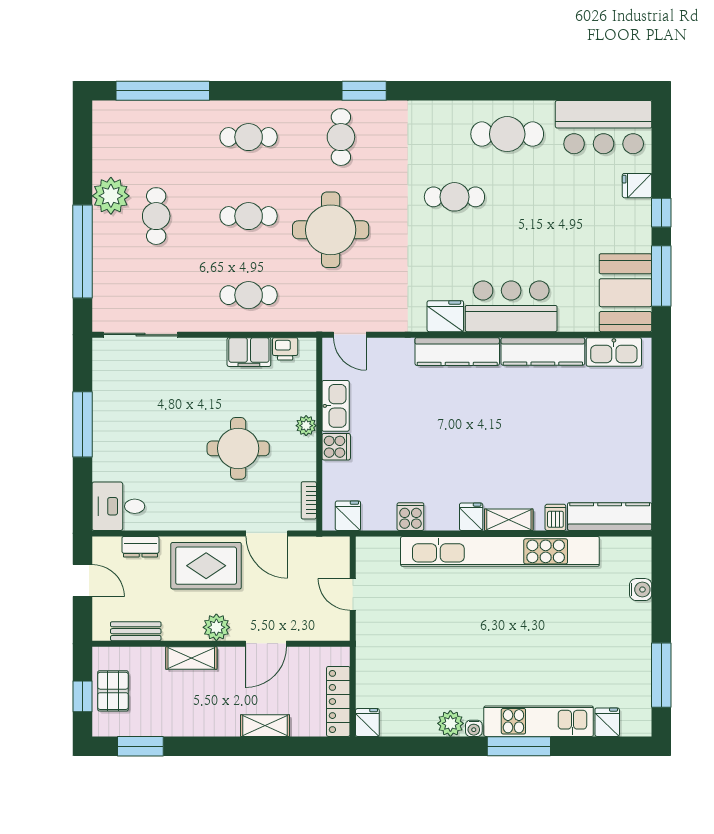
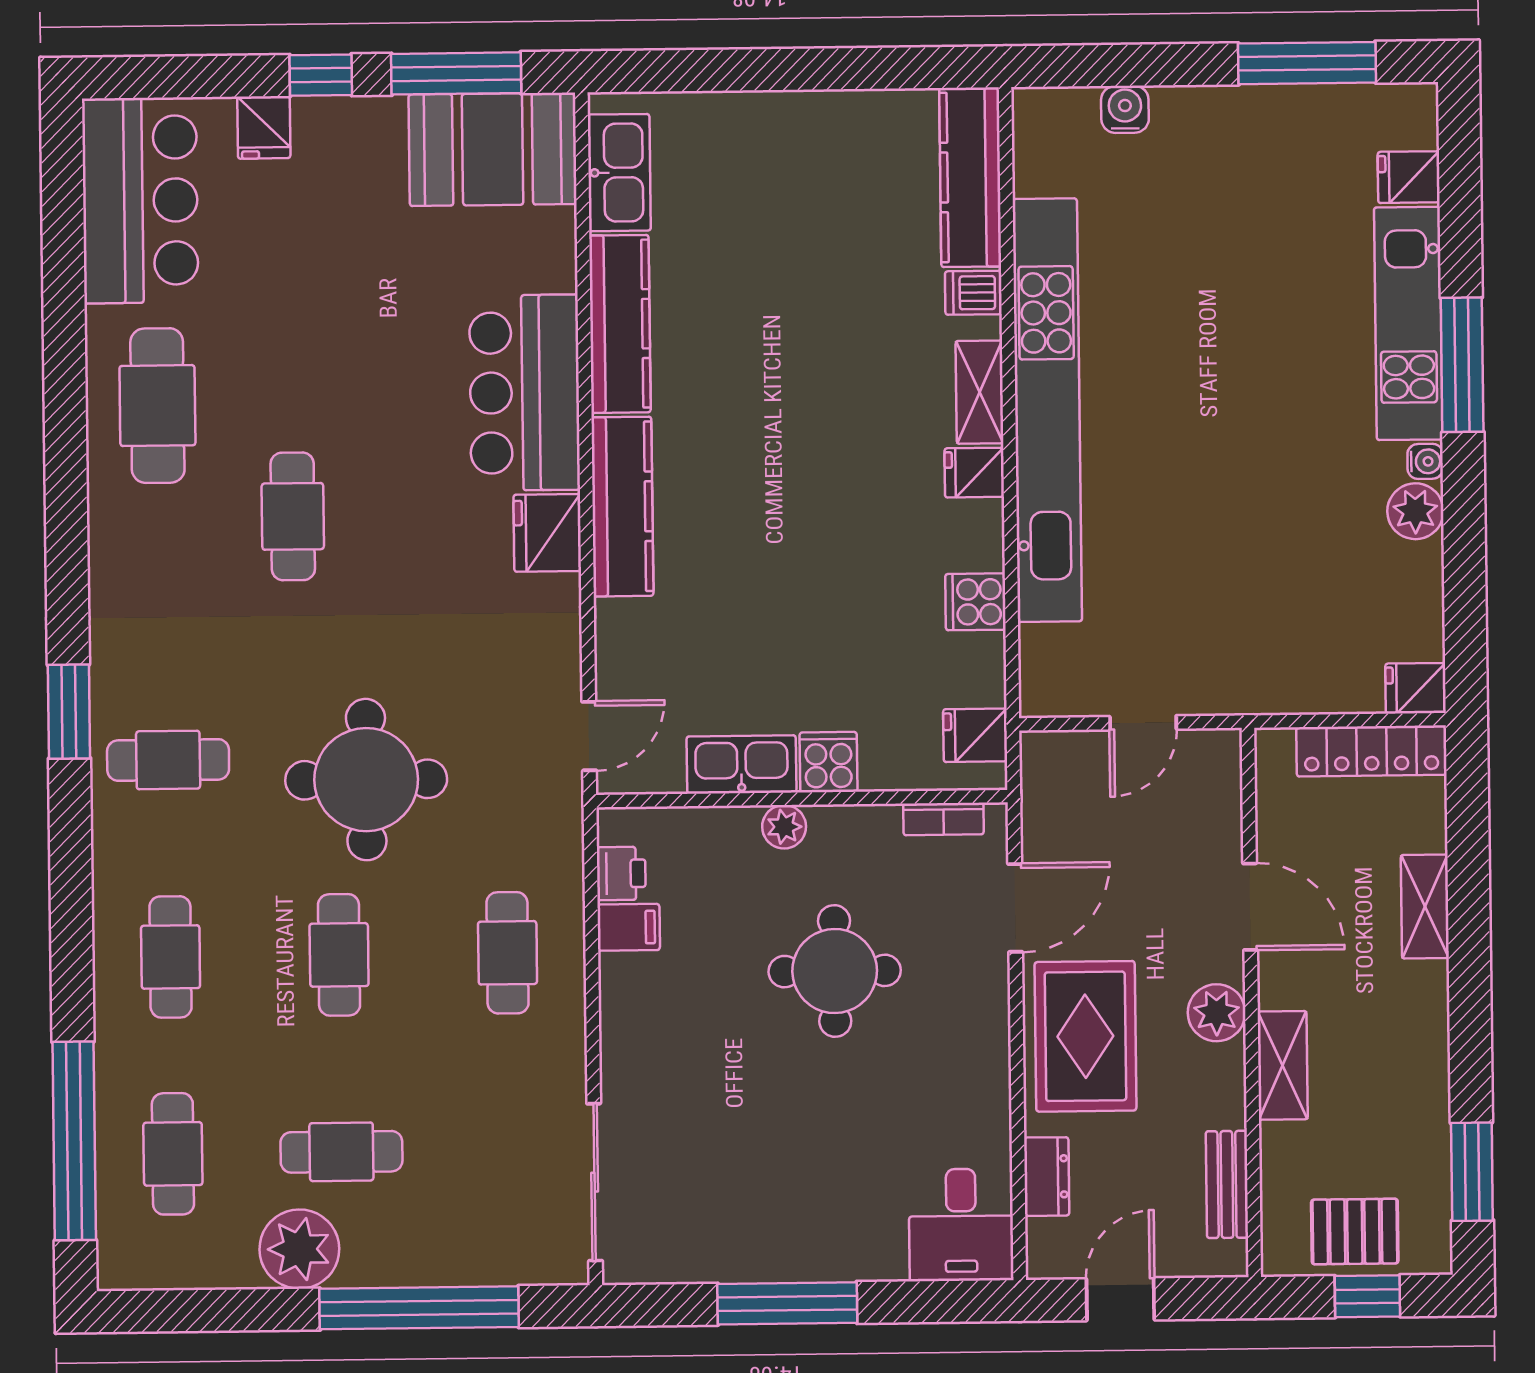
cafe table: (156, 137) -> (173, 1154), added
filing cabinet: (249, 352) -> (629, 927), width x0.50

